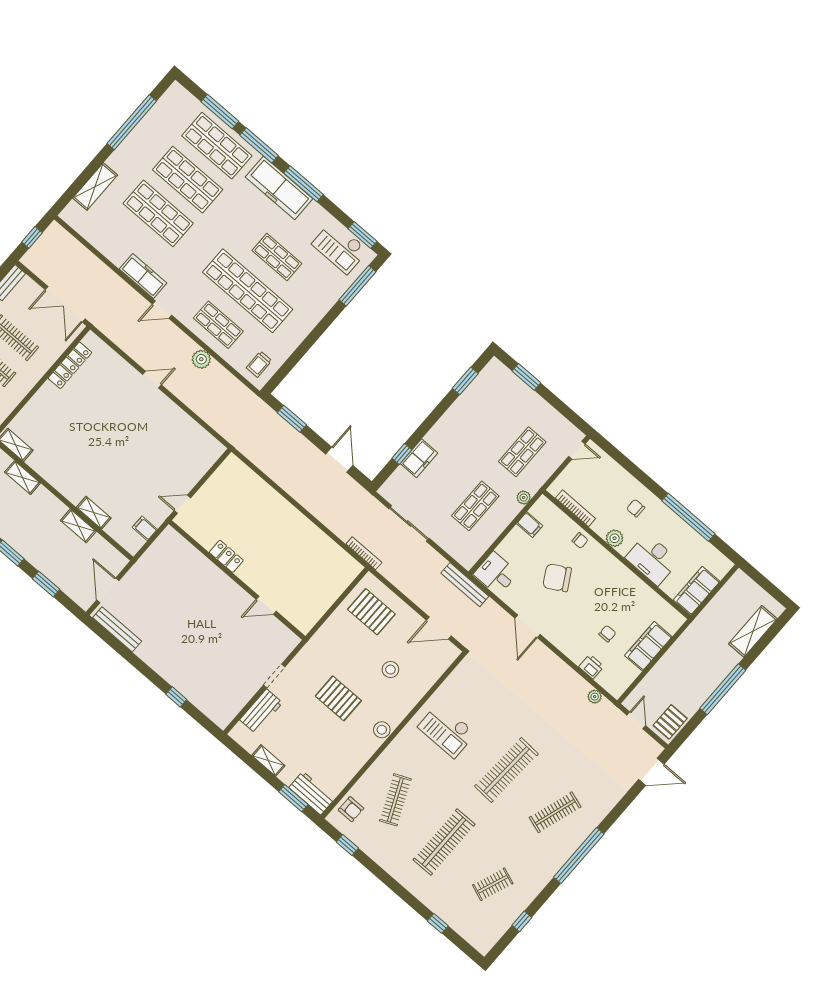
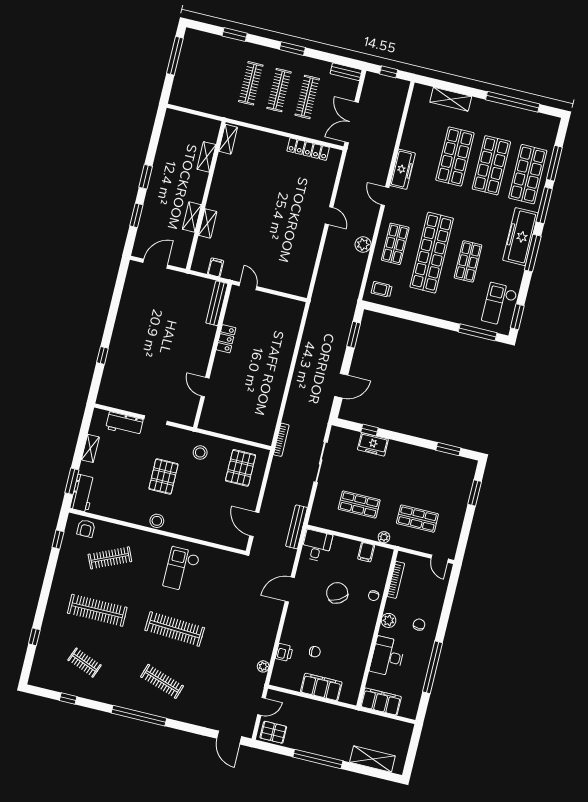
bench: (117, 629) -> (217, 303), moved
stool: (390, 670) -> (200, 453), moved

